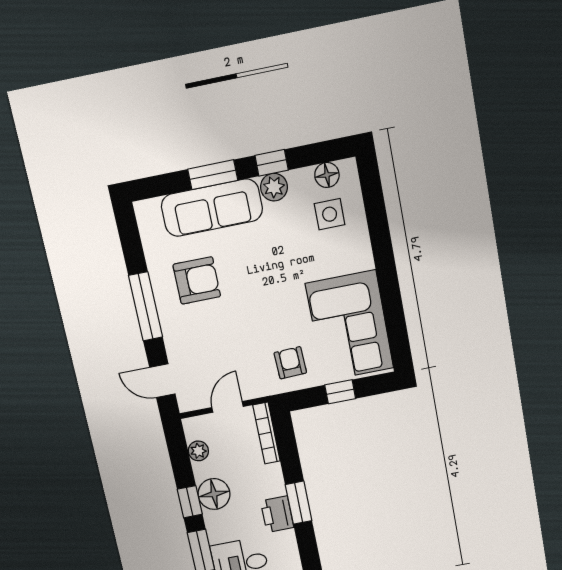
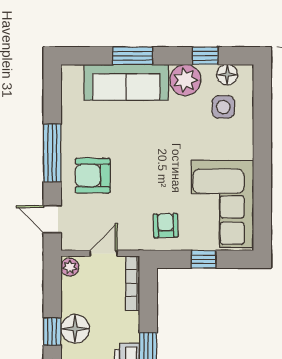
window: (272, 163) -> (205, 56), moved
plant: (274, 187) -> (185, 80), width x1.36, depth x1.36
armchair: (197, 280) -> (93, 176), moved, turned 180
plant: (198, 451) -> (70, 267), moved

